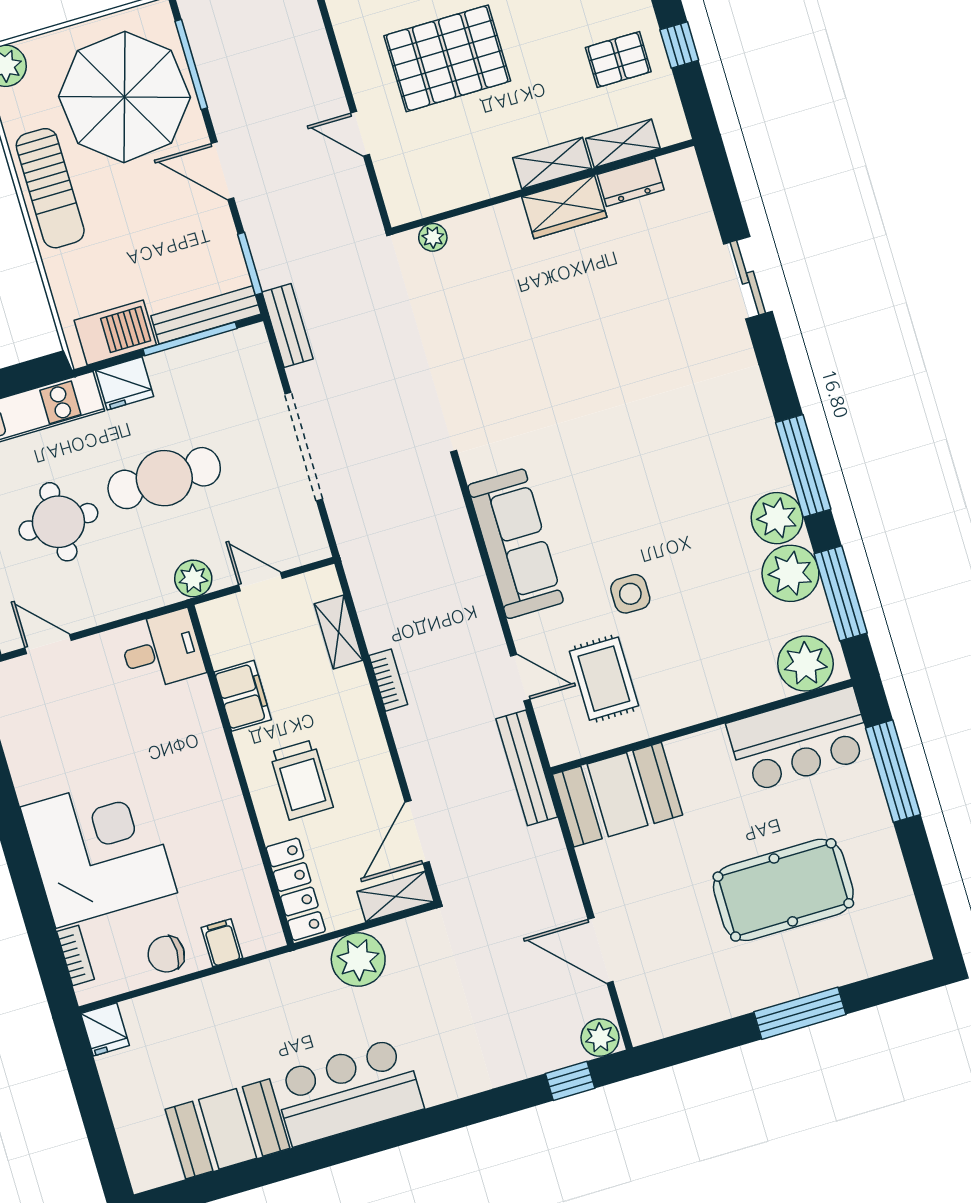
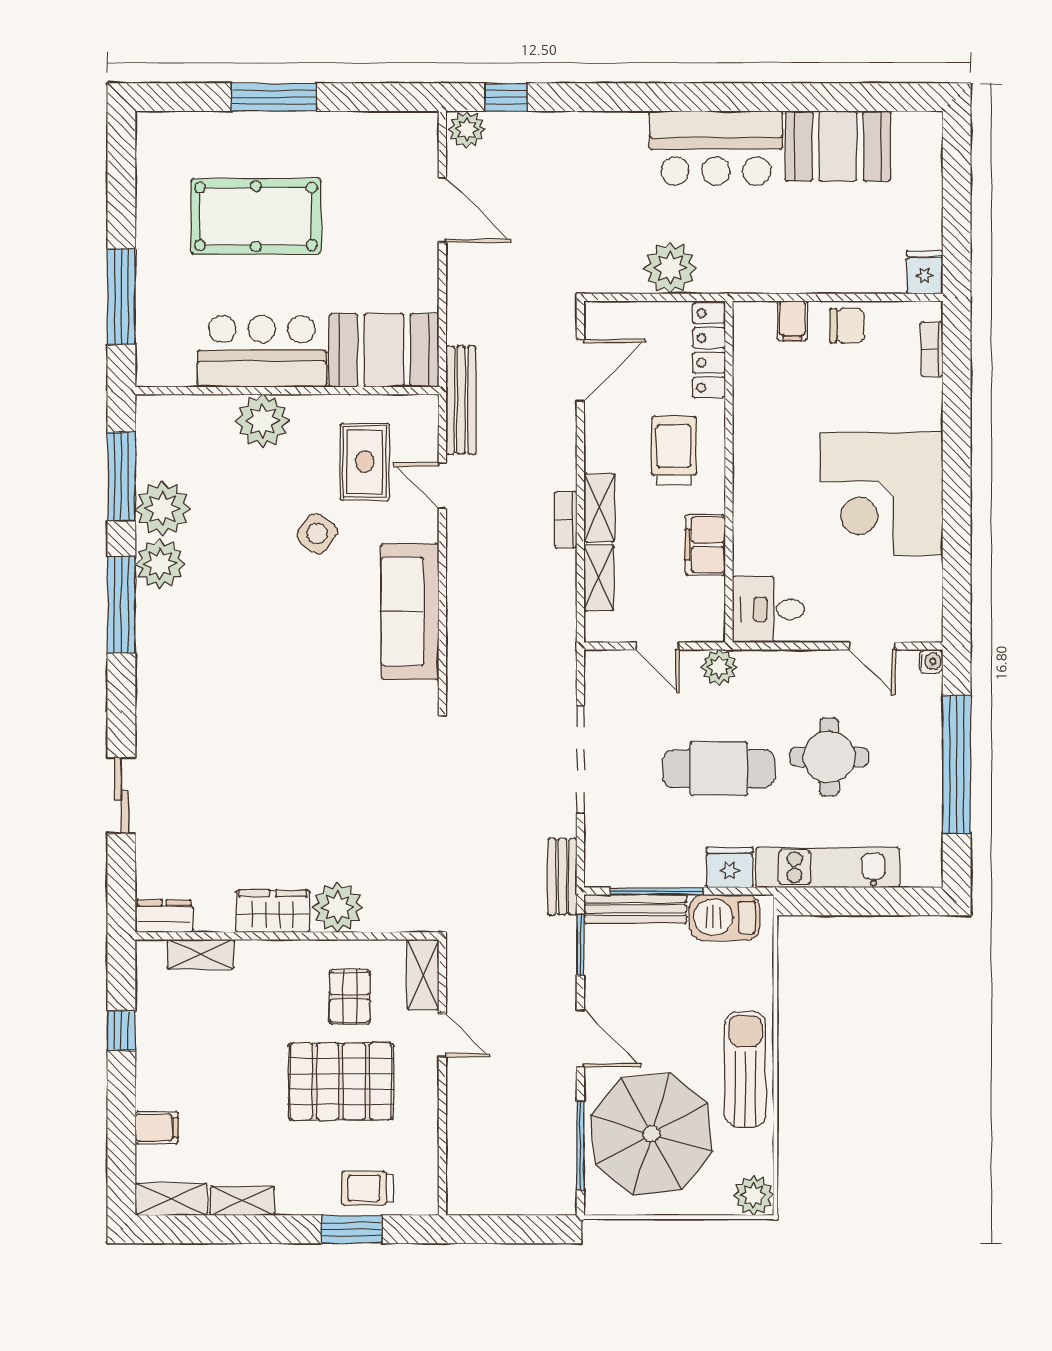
pallet: (618, 60) -> (350, 997), moved, turned 90
shelving: (552, 163) -> (423, 975), moved, turned 90
dresser: (631, 182) -> (164, 916), moved
plant: (433, 237) -> (338, 907), moved, width x1.88, depth x1.88
side table: (630, 594) -> (317, 533), turned 36
plant: (805, 663) -> (263, 421), moved
bar counter: (800, 740) -> (262, 351), moved
corner desk: (99, 850) -> (881, 494), moved
shelving: (395, 897) -> (599, 508), moved, turned 90

